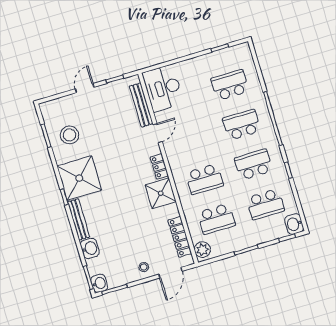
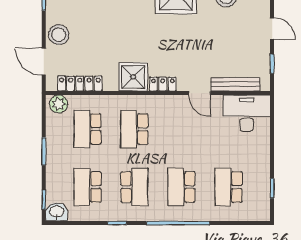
school desk: (230, 85) -> (228, 187), turned 180
school desk: (242, 125) -> (181, 187), turned 180
stool: (144, 267) -> (59, 35), width x1.89, depth x1.89

